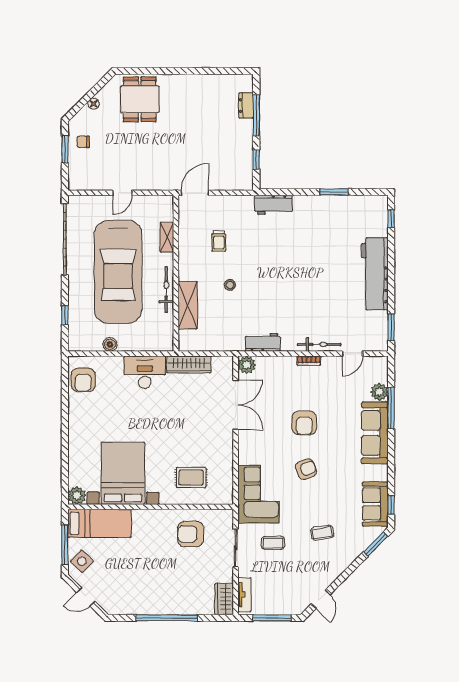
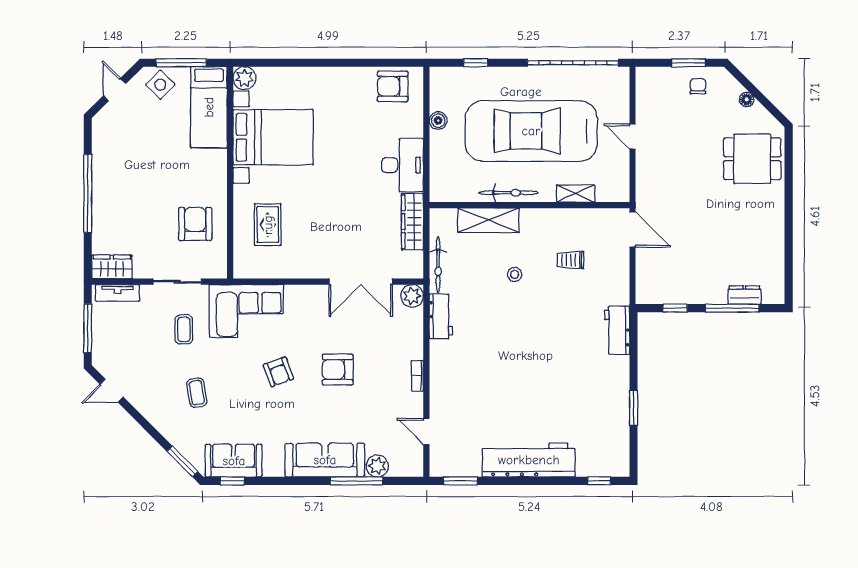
bicycle: (319, 344) -> (438, 265), moved

